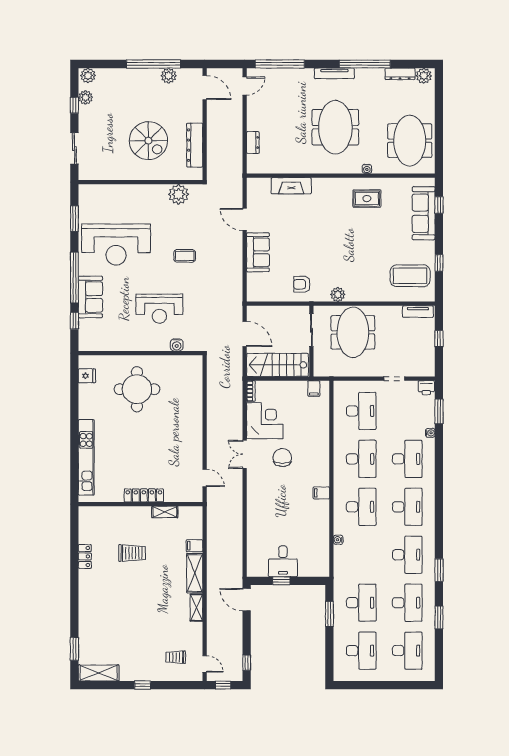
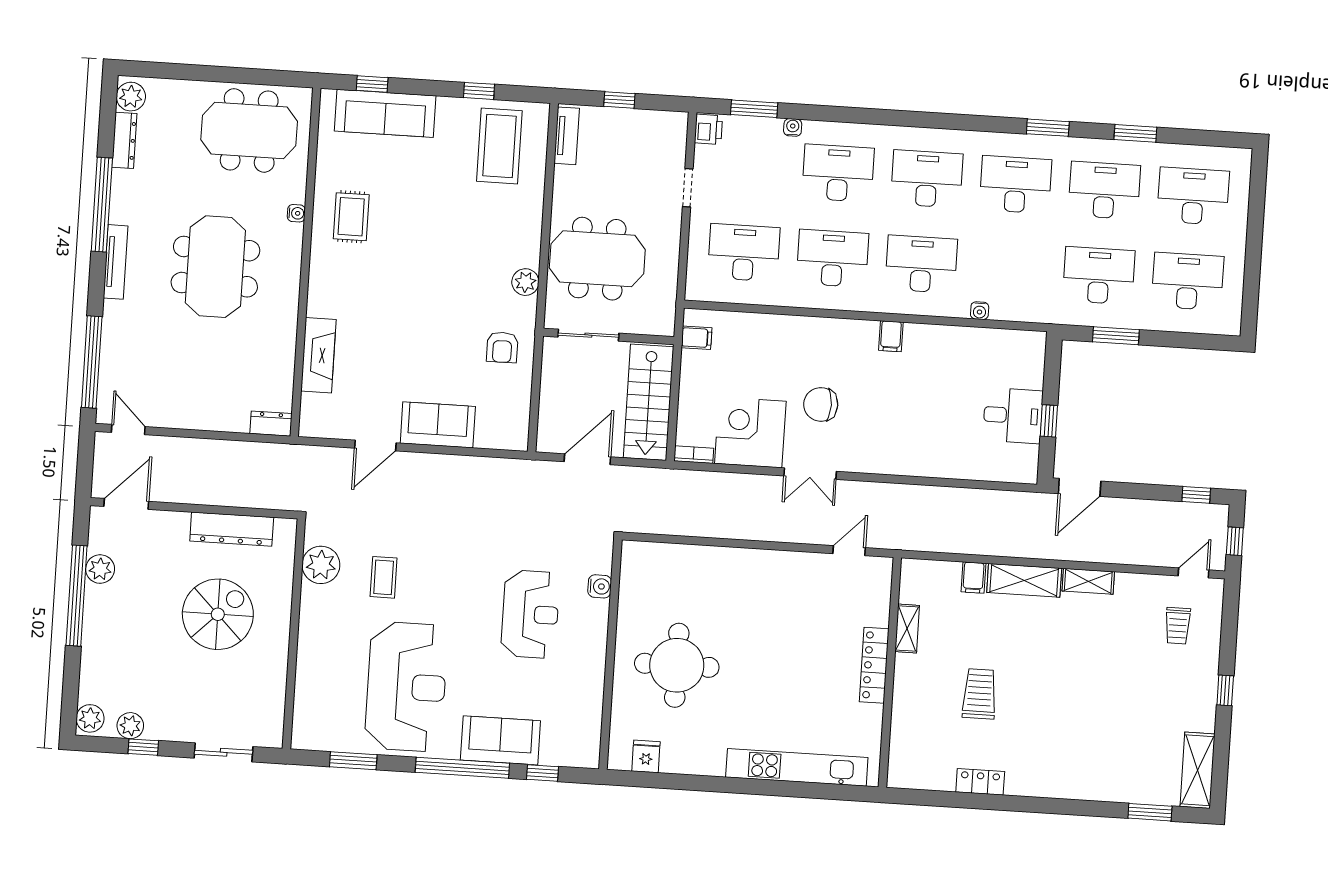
meeting table: (335, 127) -> (215, 267), turned 90
dresser: (253, 143) -> (271, 424), moved
coffee table: (185, 256) -> (384, 577), moved

